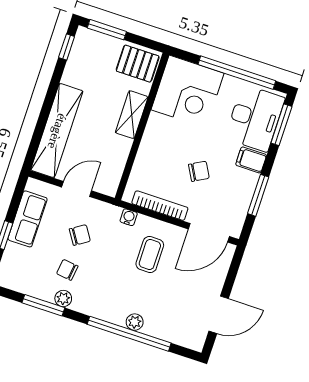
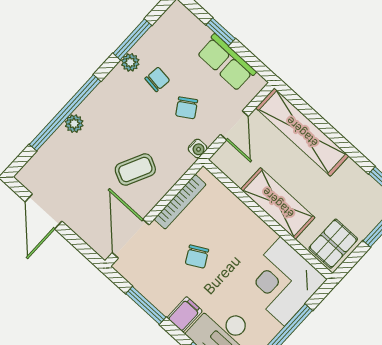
shelving: (132, 115) -> (278, 203), width x1.50, depth x1.33
water cooler: (129, 217) -> (198, 148), moved
coffee table: (150, 254) -> (135, 169), turned -64

